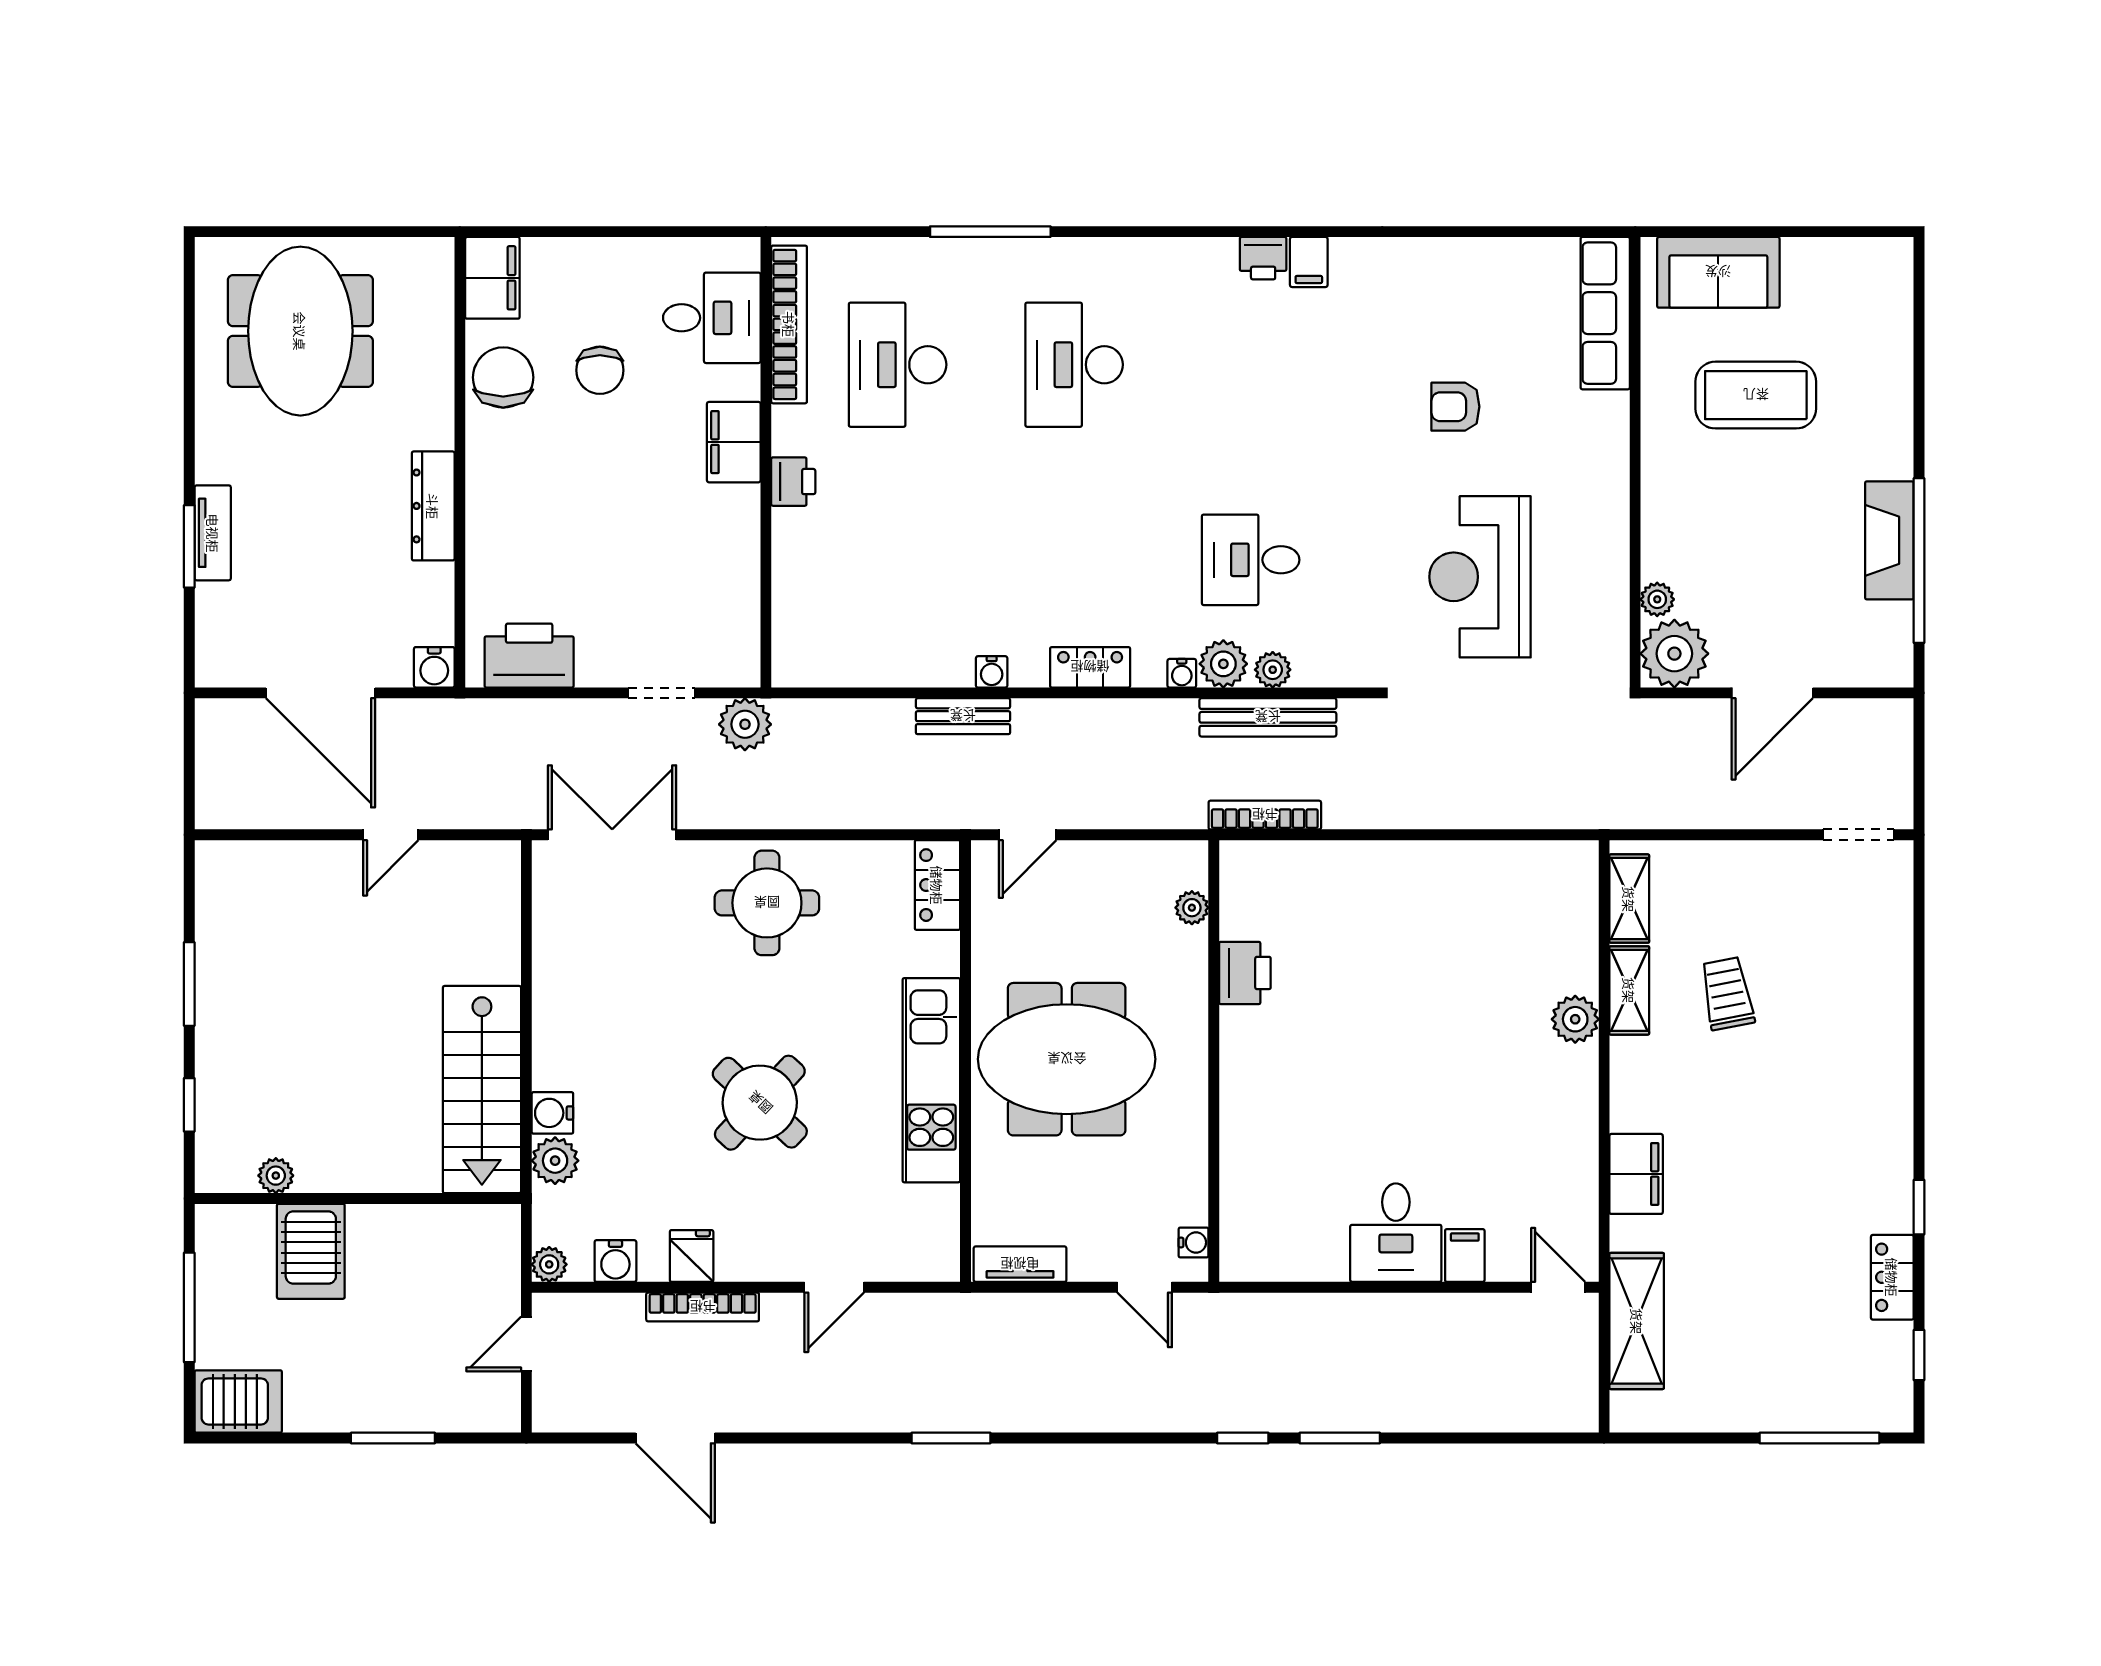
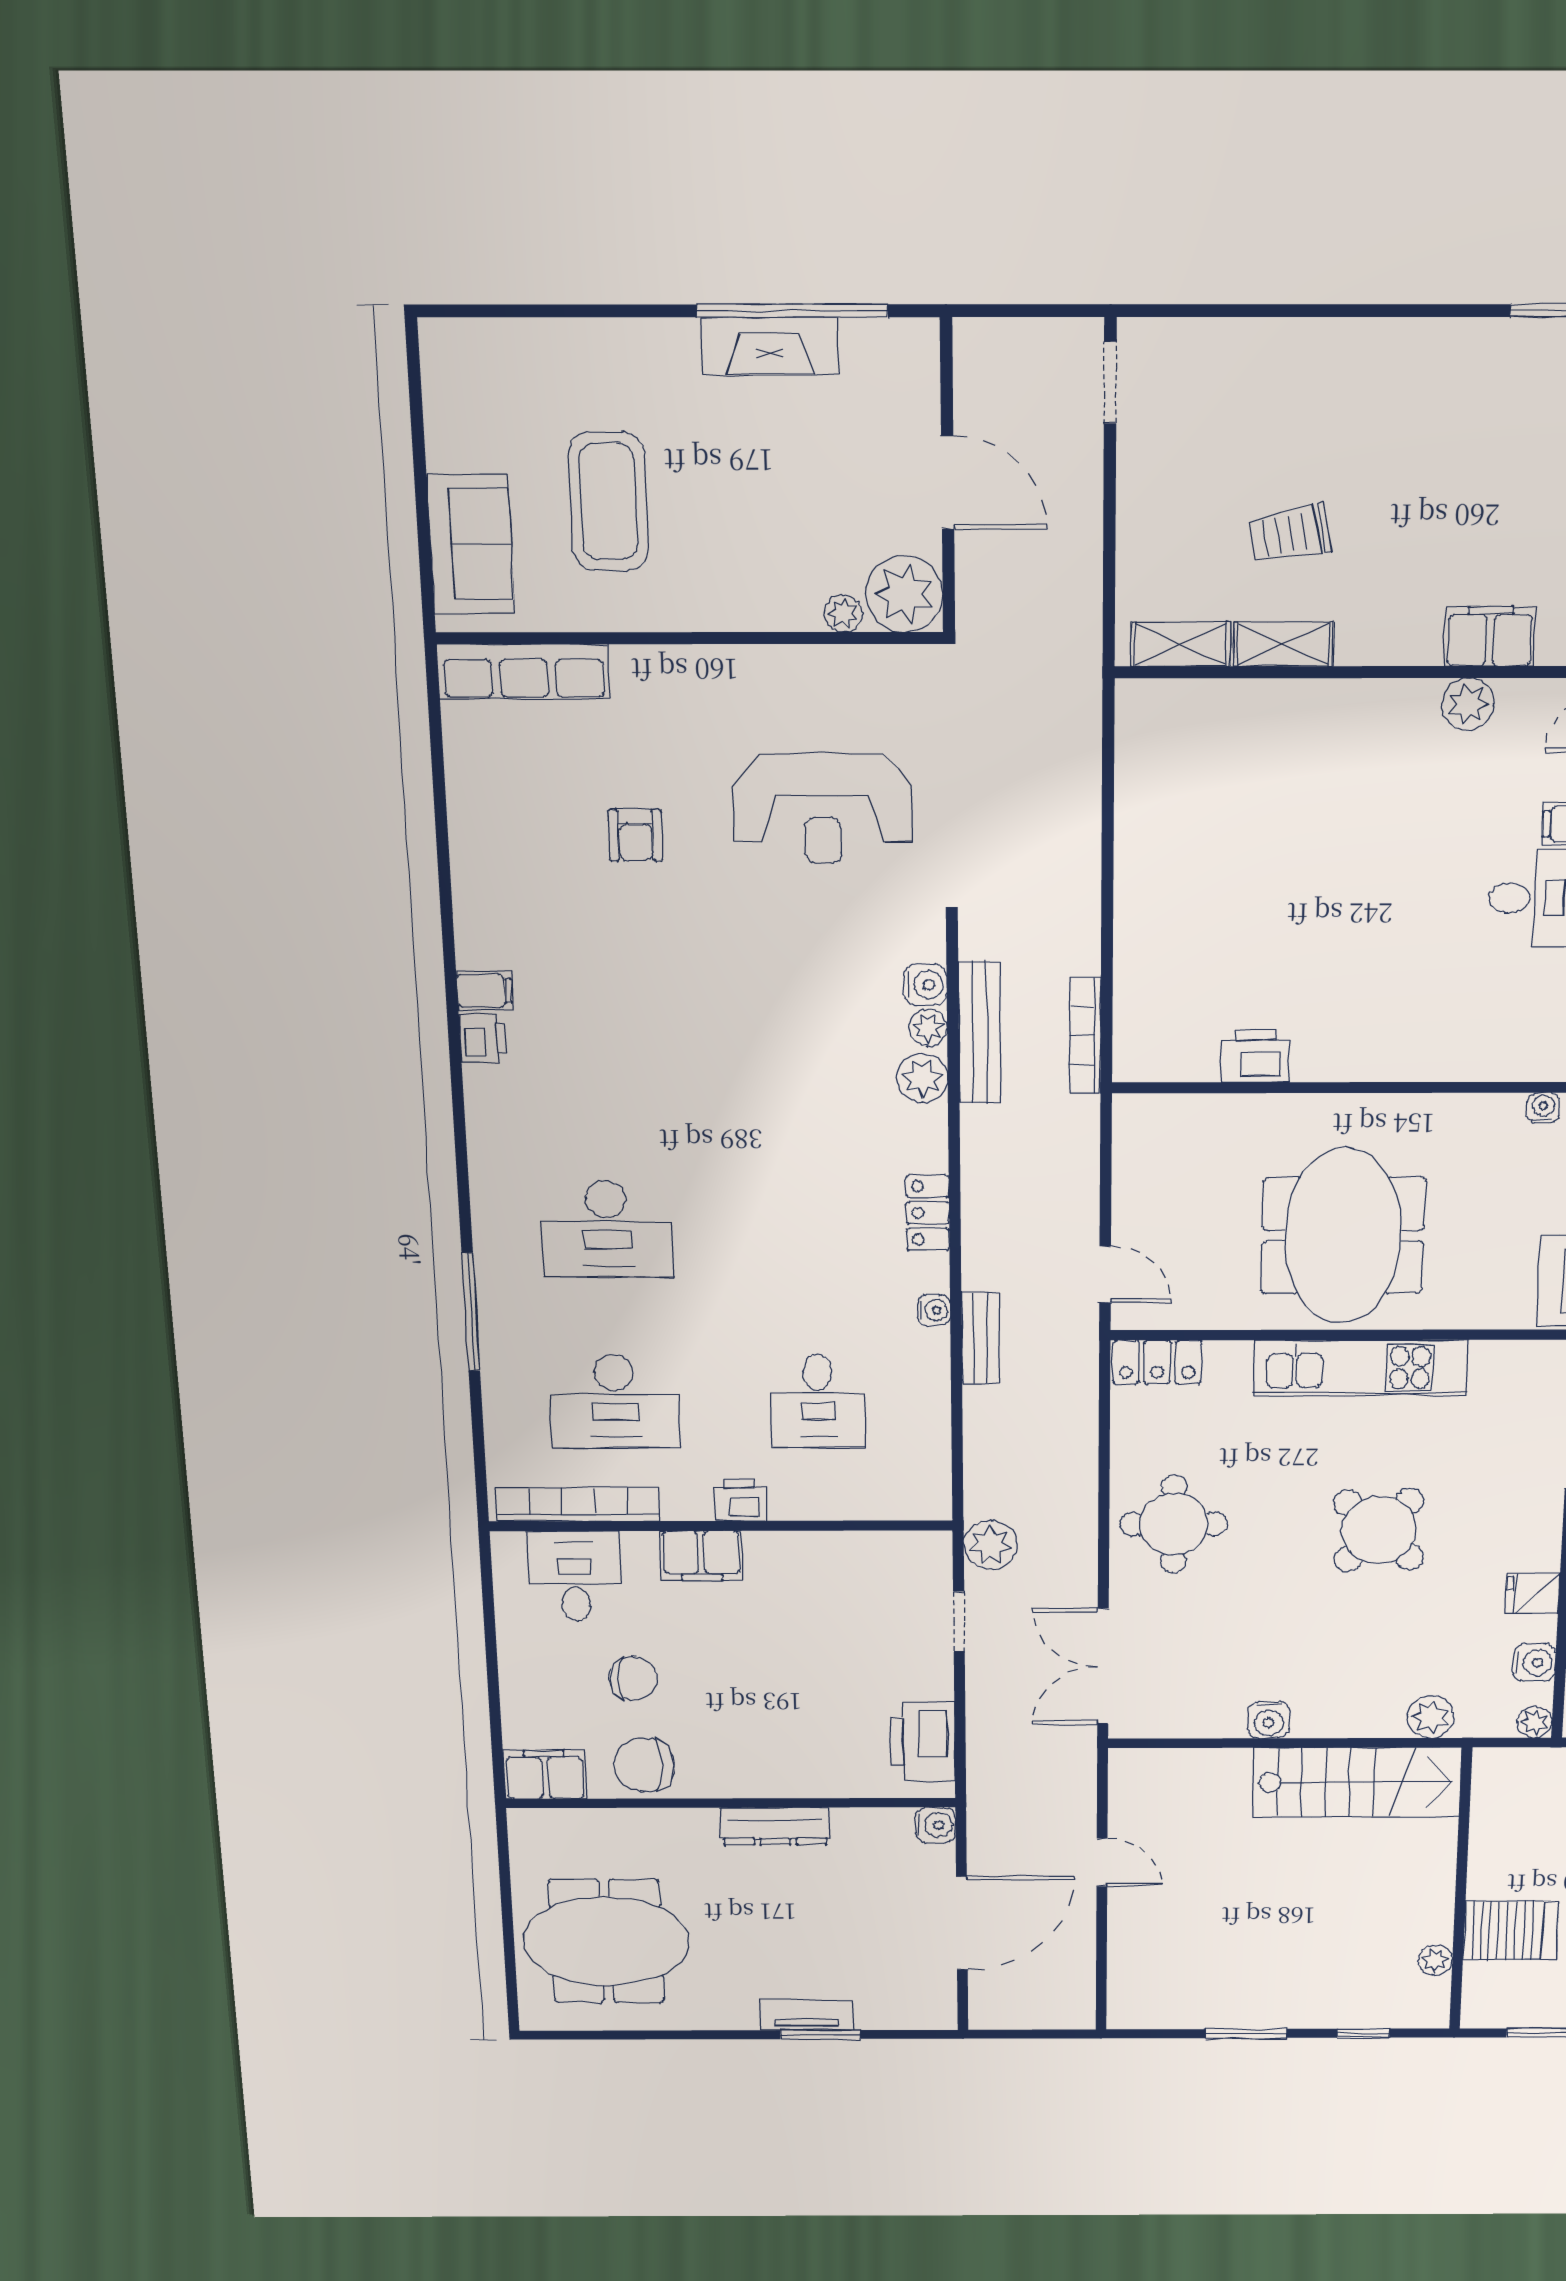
desk: (1251, 560) -> (818, 1401), moved
water cooler: (1182, 673) -> (925, 985), moved, width x1.38, depth x1.38
plant: (1192, 908) -> (1184, 1110), removed
plant: (1575, 1019) -> (1468, 704), moved
water cooler: (552, 1113) -> (1269, 1720), moved

